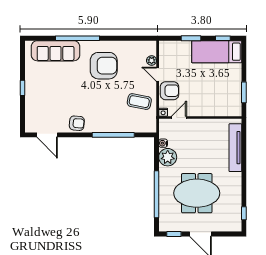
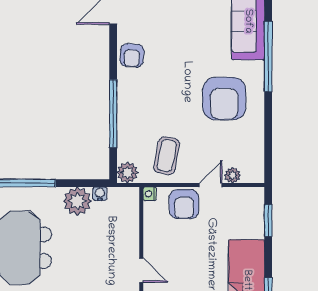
window: (191, 38) -> (268, 221), moved
door: (179, 117) -> (141, 270), moved
plant: (150, 126) -> (127, 173), added

